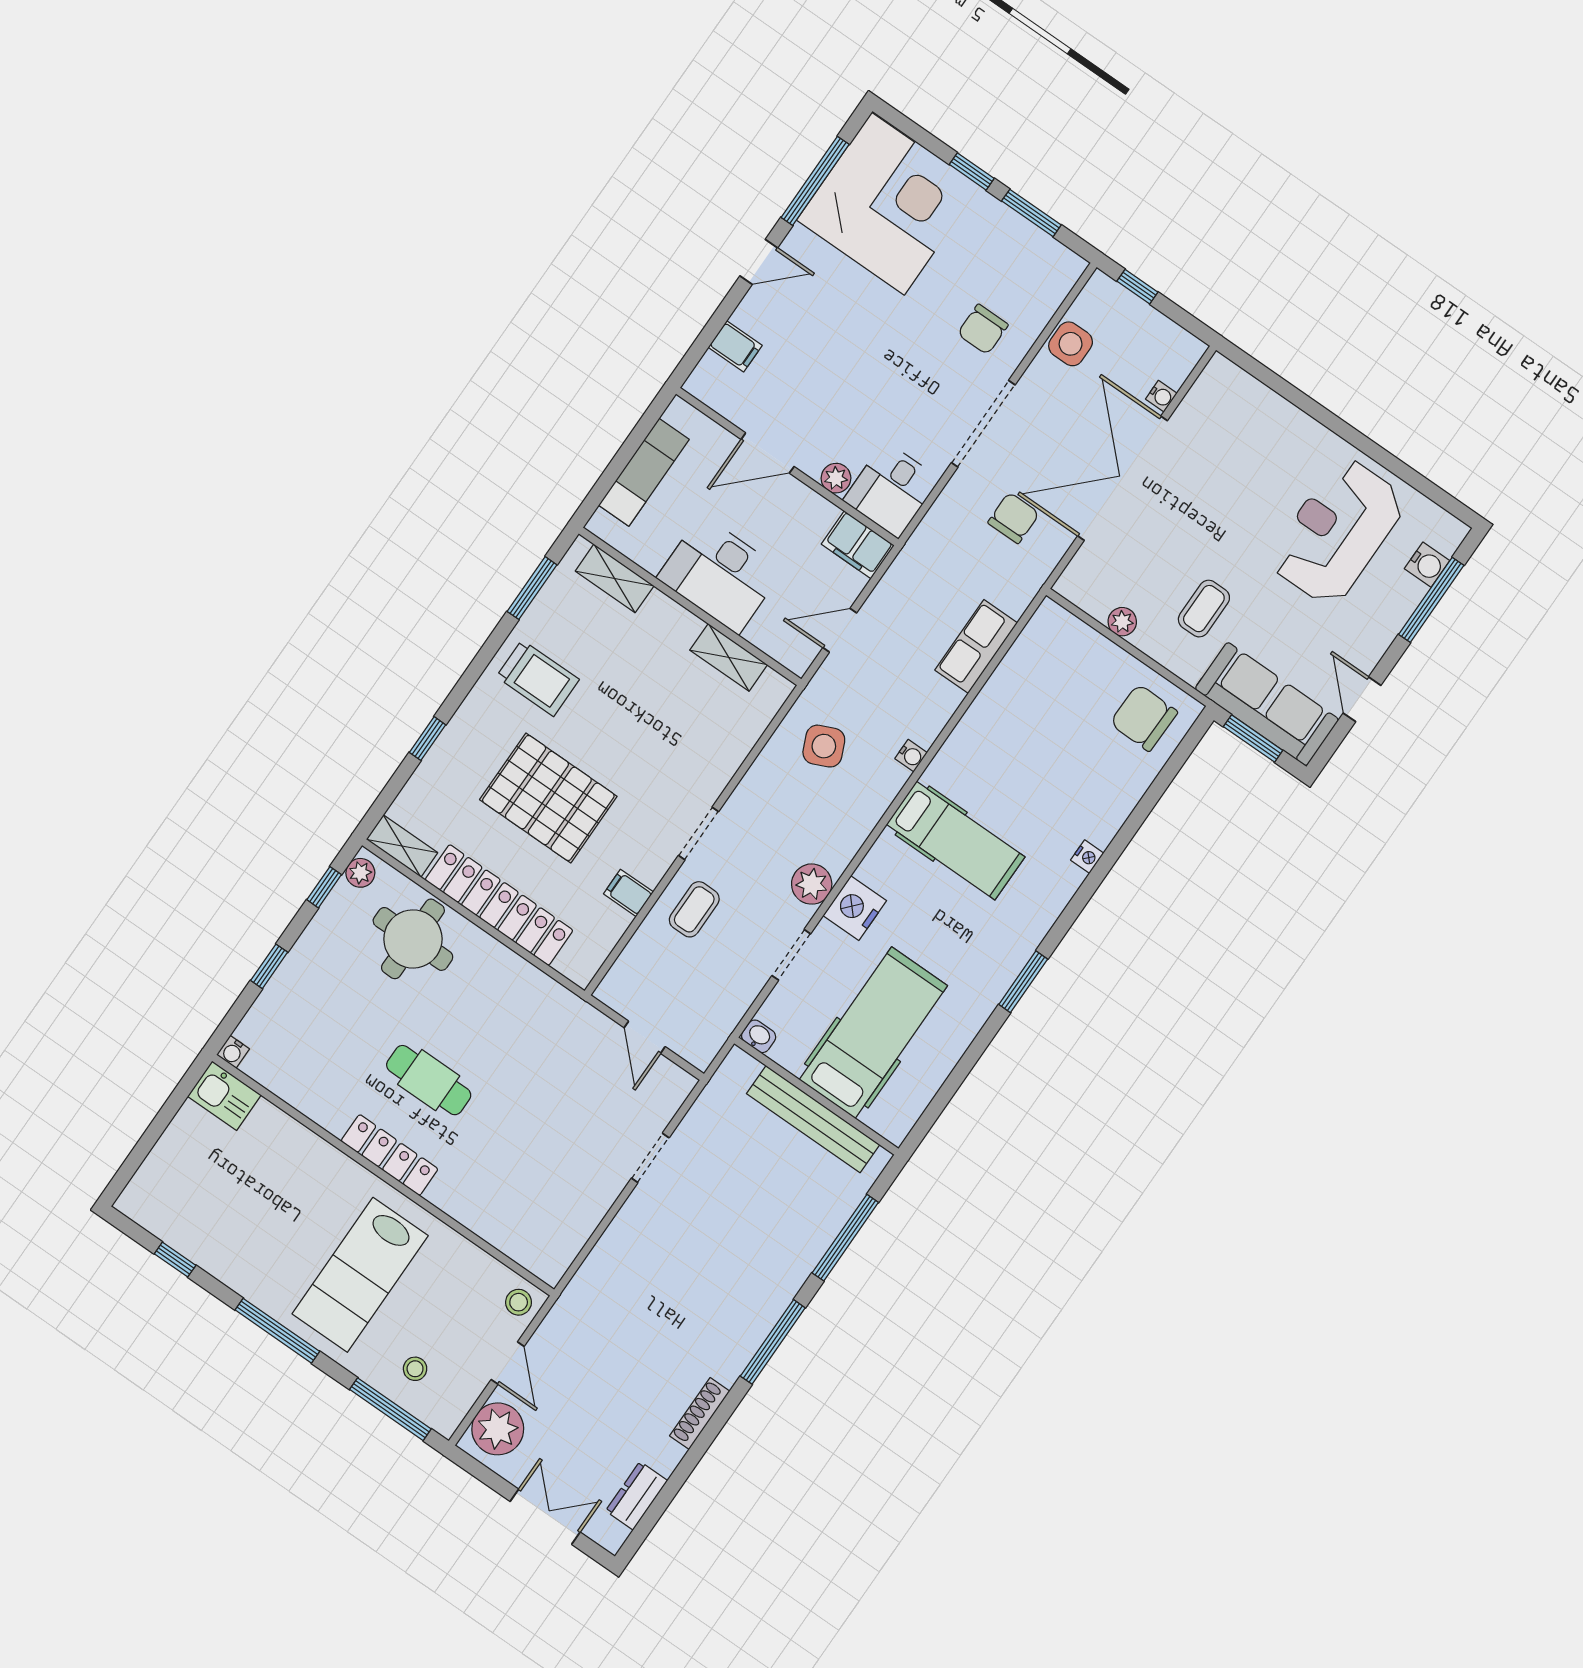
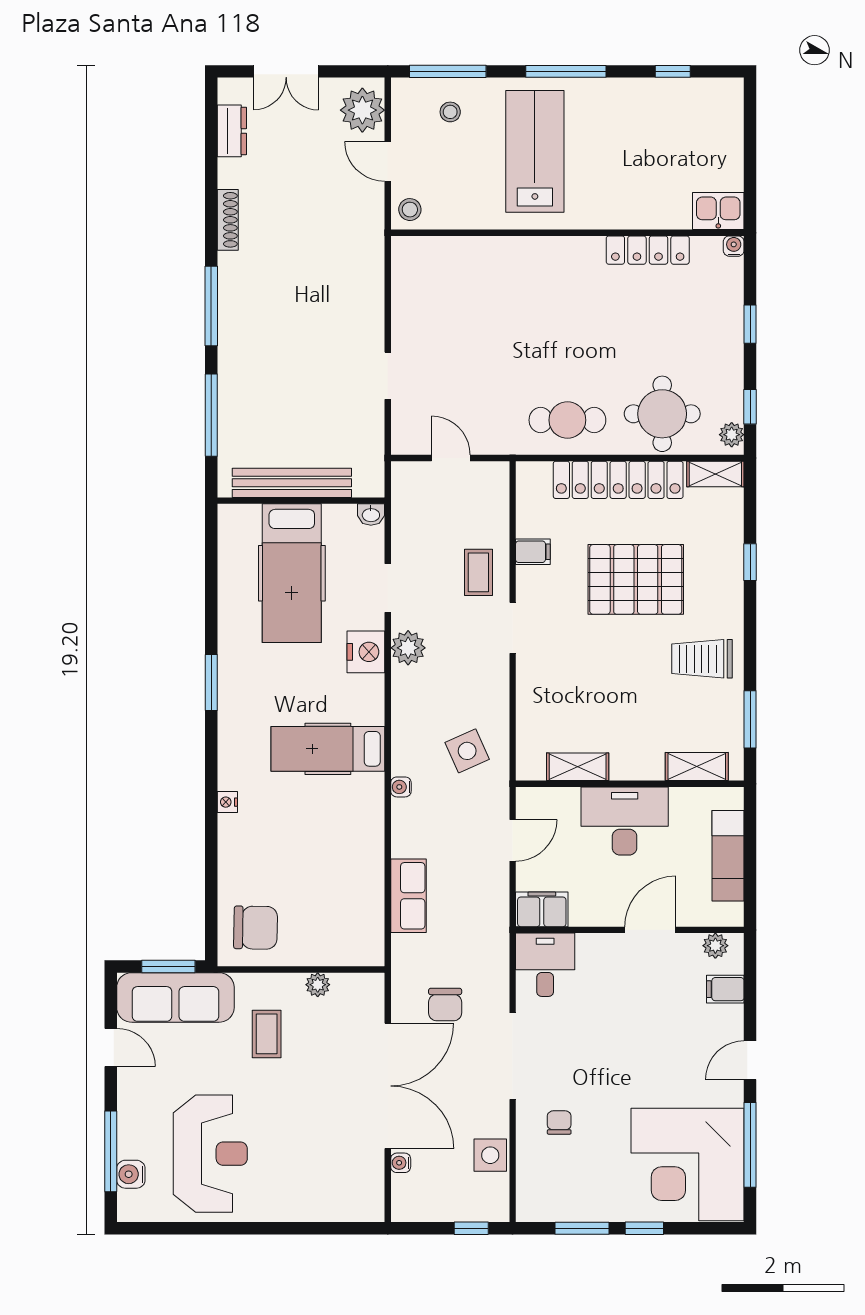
chair: (983, 329) -> (559, 1122), width x0.73, depth x0.73
plant: (836, 478) -> (715, 946), moved
cafe table: (429, 1080) -> (567, 420), moved
locker: (389, 1155) -> (648, 250), moved

